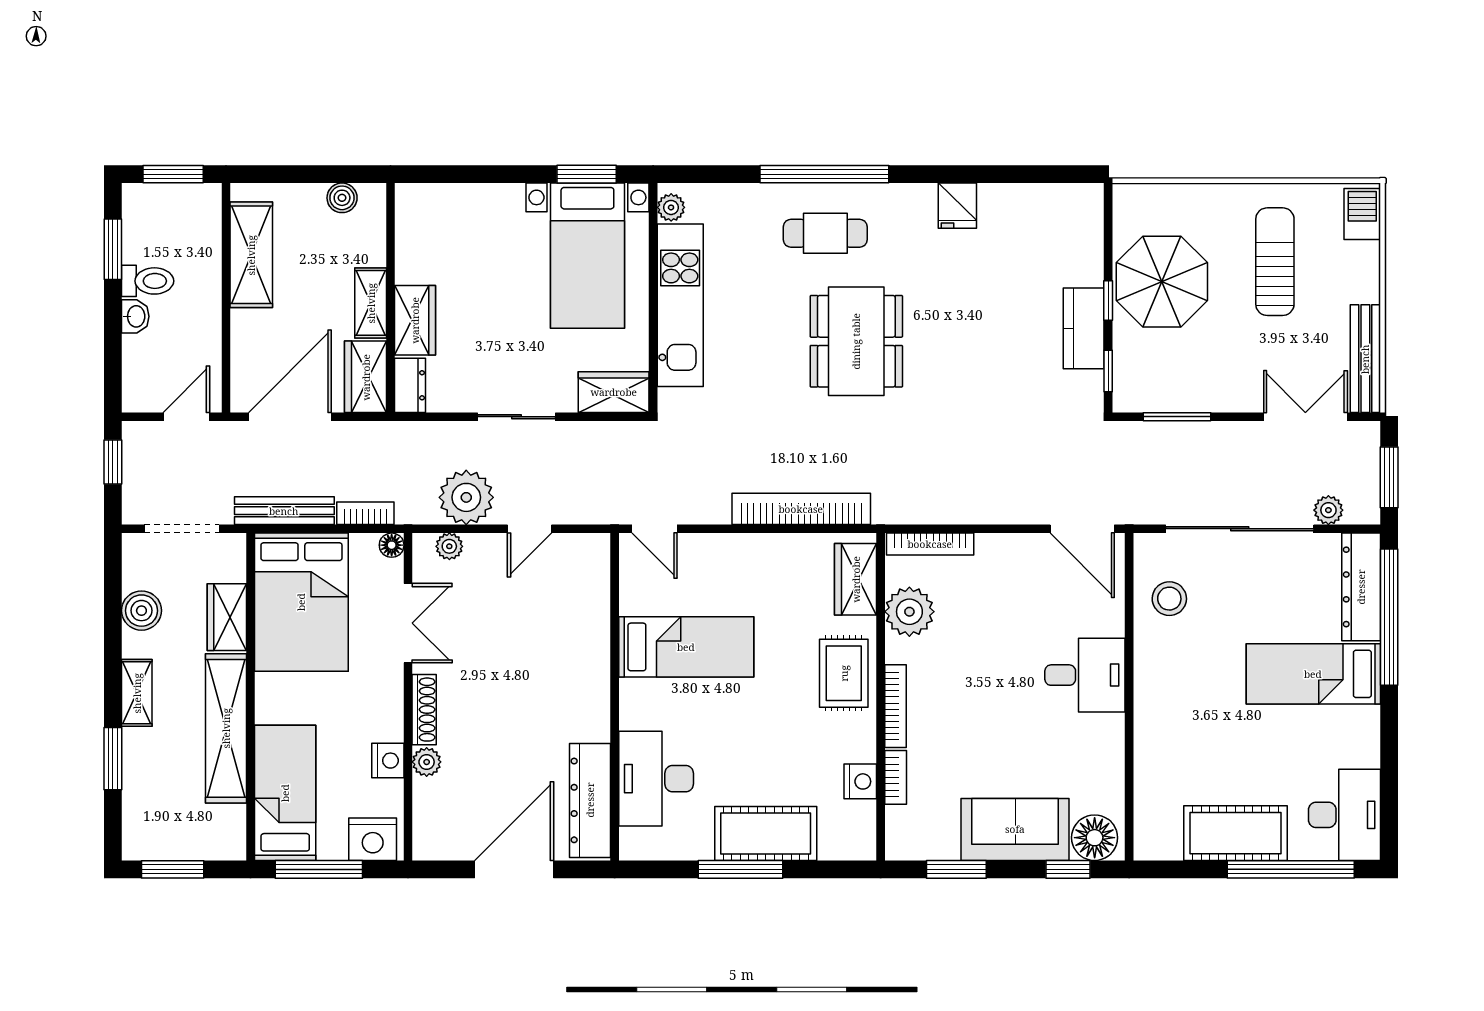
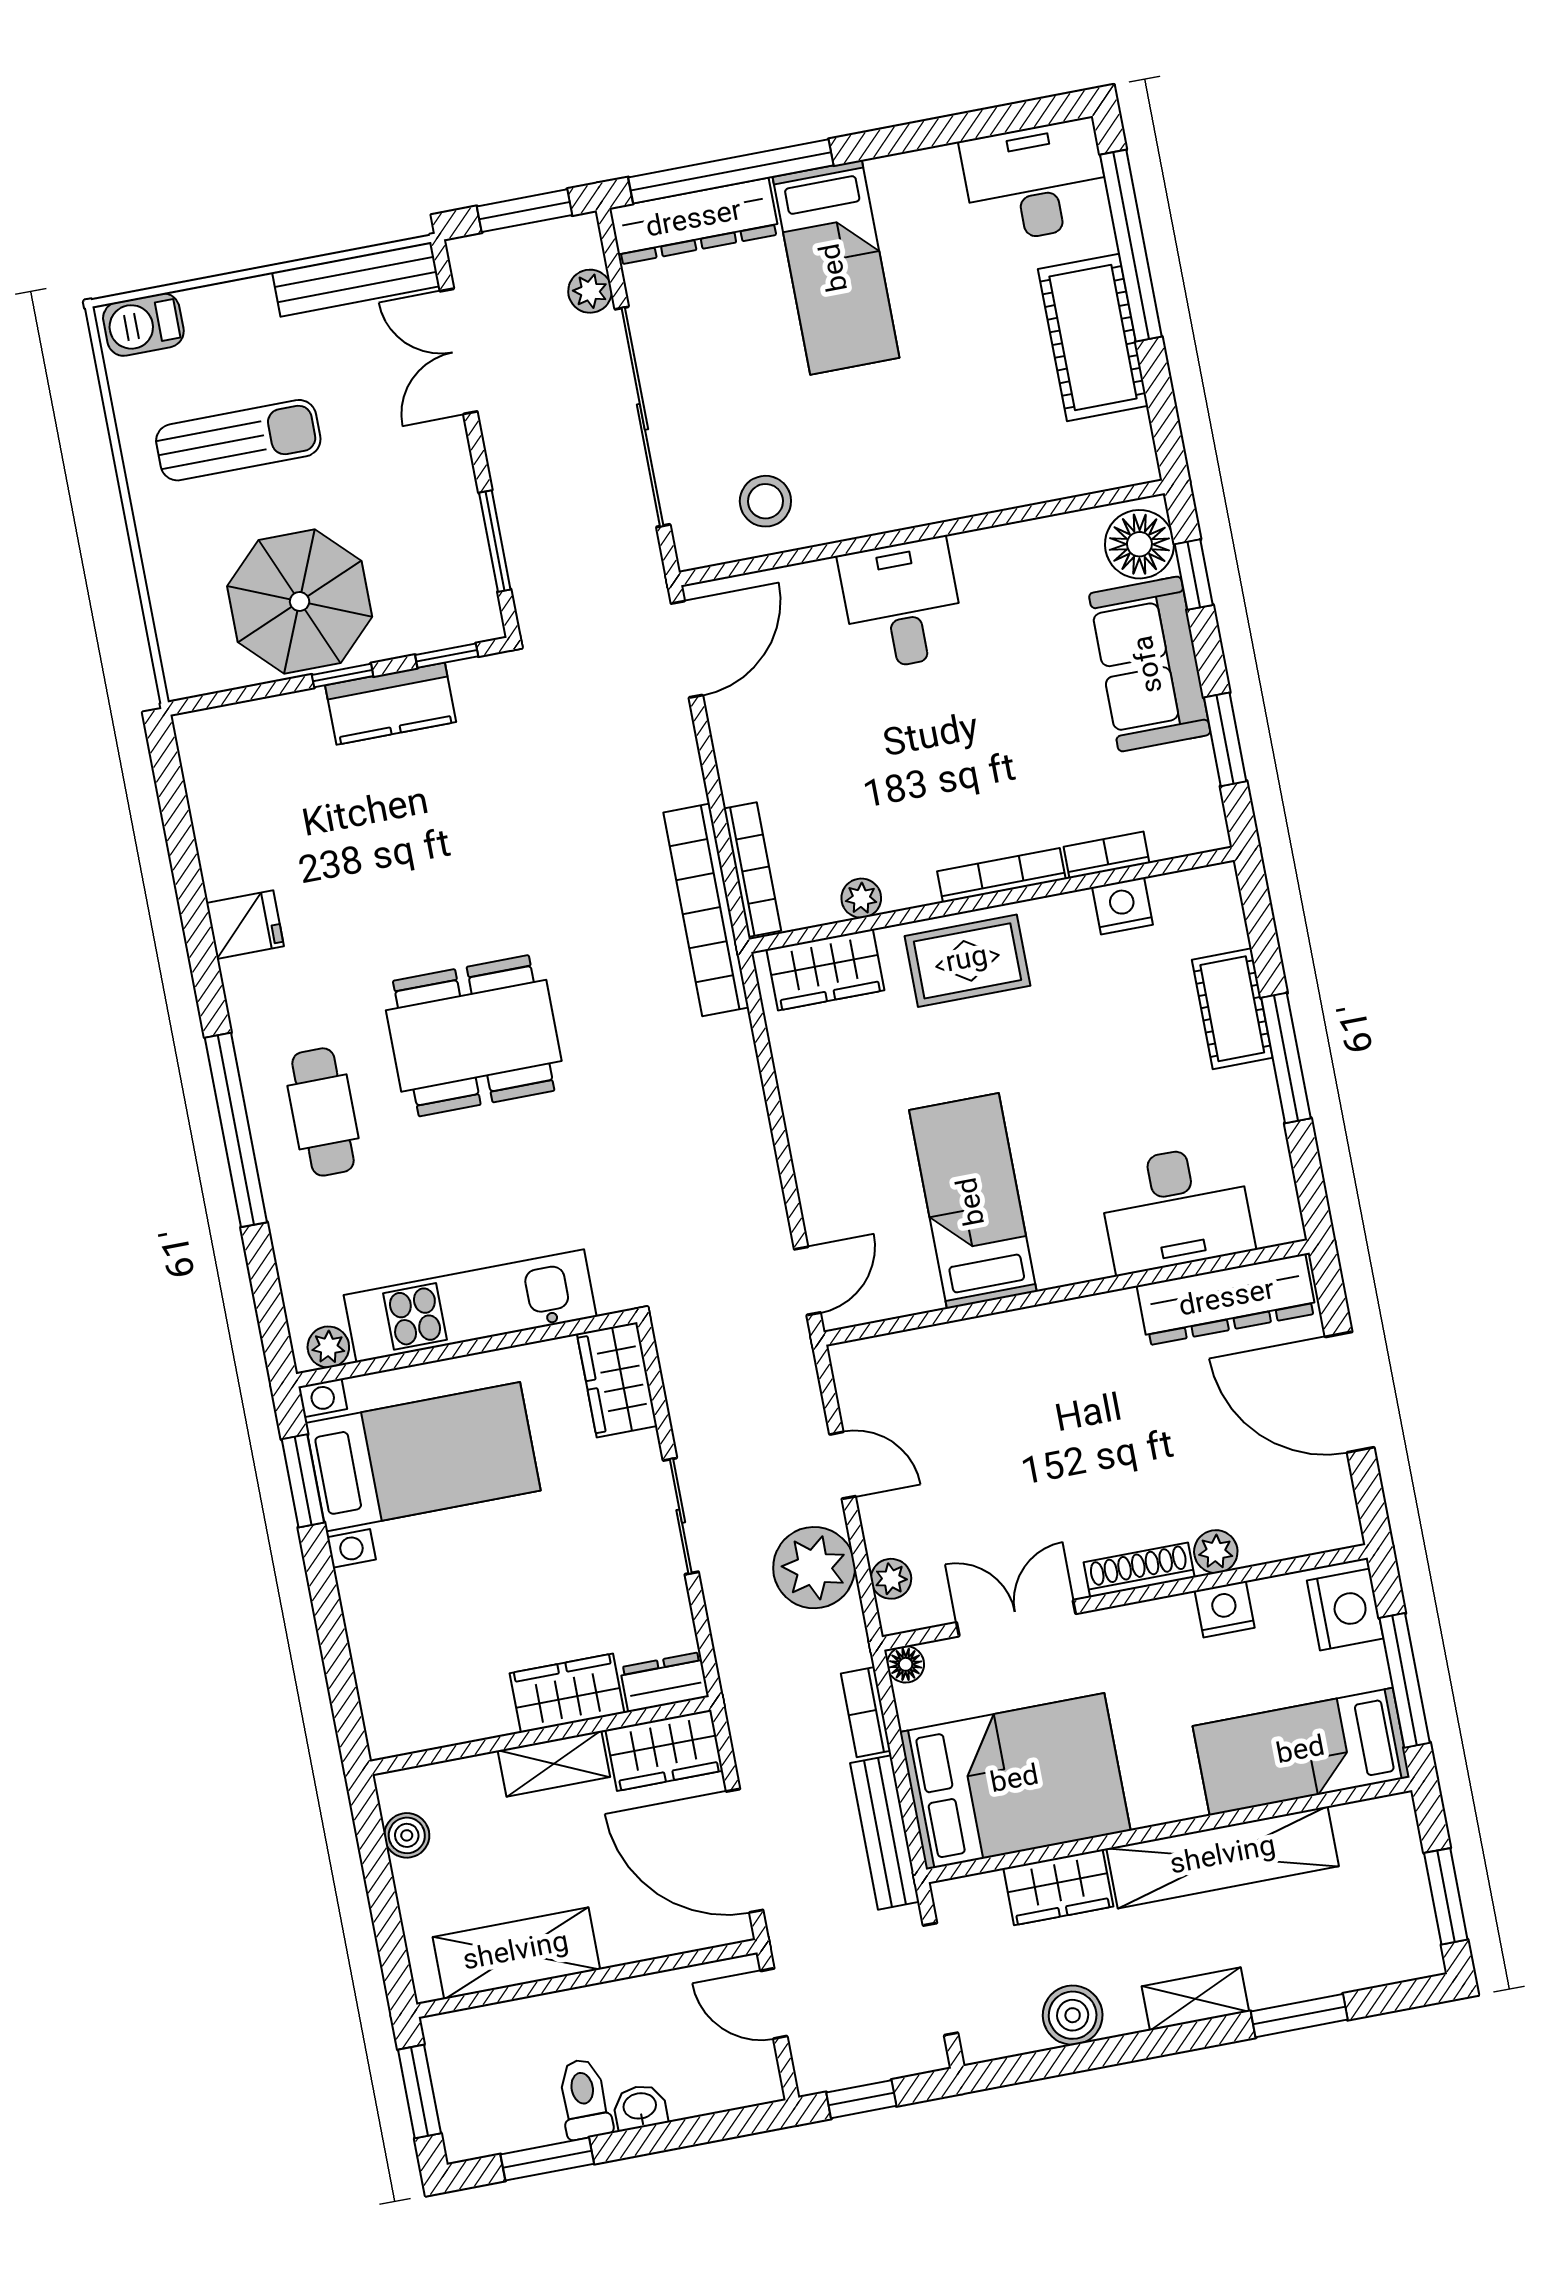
sun lounger: (1275, 262) -> (238, 440), turned 180
bookcase: (801, 509) -> (706, 910), moved
plant: (909, 612) -> (861, 898), width x0.53, depth x0.53
cot: (766, 834) -> (1232, 1009), width x0.73, depth x0.75

